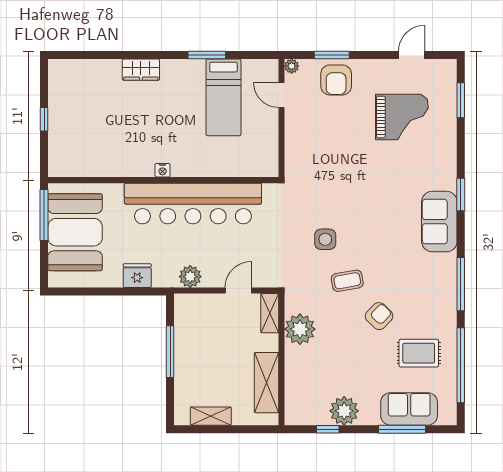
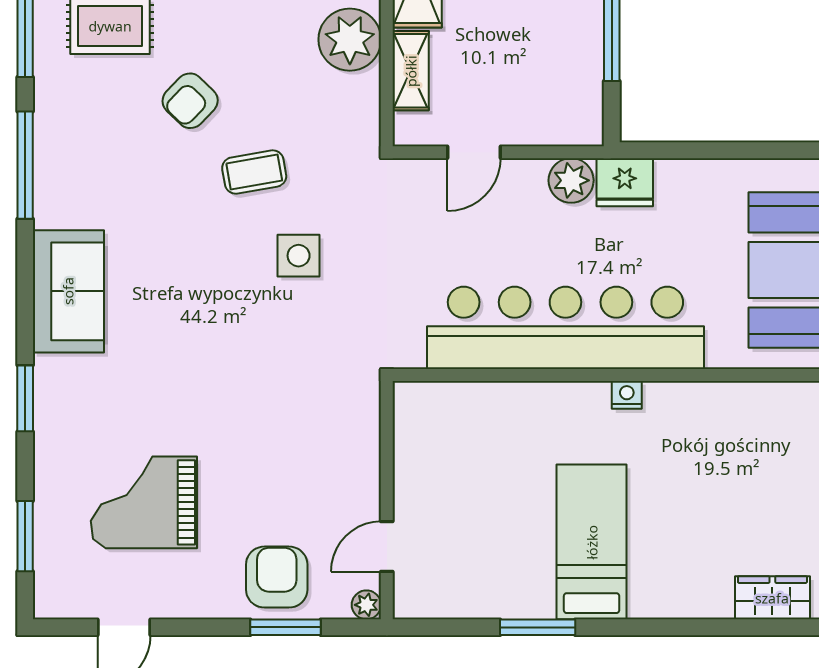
wardrobe: (141, 70) -> (772, 598), moved
door: (281, 95) -> (387, 547), swing flipped
bed: (223, 97) -> (592, 542), moved
window: (461, 194) -> (25, 398), moved
fridge: (137, 276) -> (625, 182), moved
shelving: (270, 313) -> (411, 71), moved
plant: (300, 329) -> (350, 40), moved

